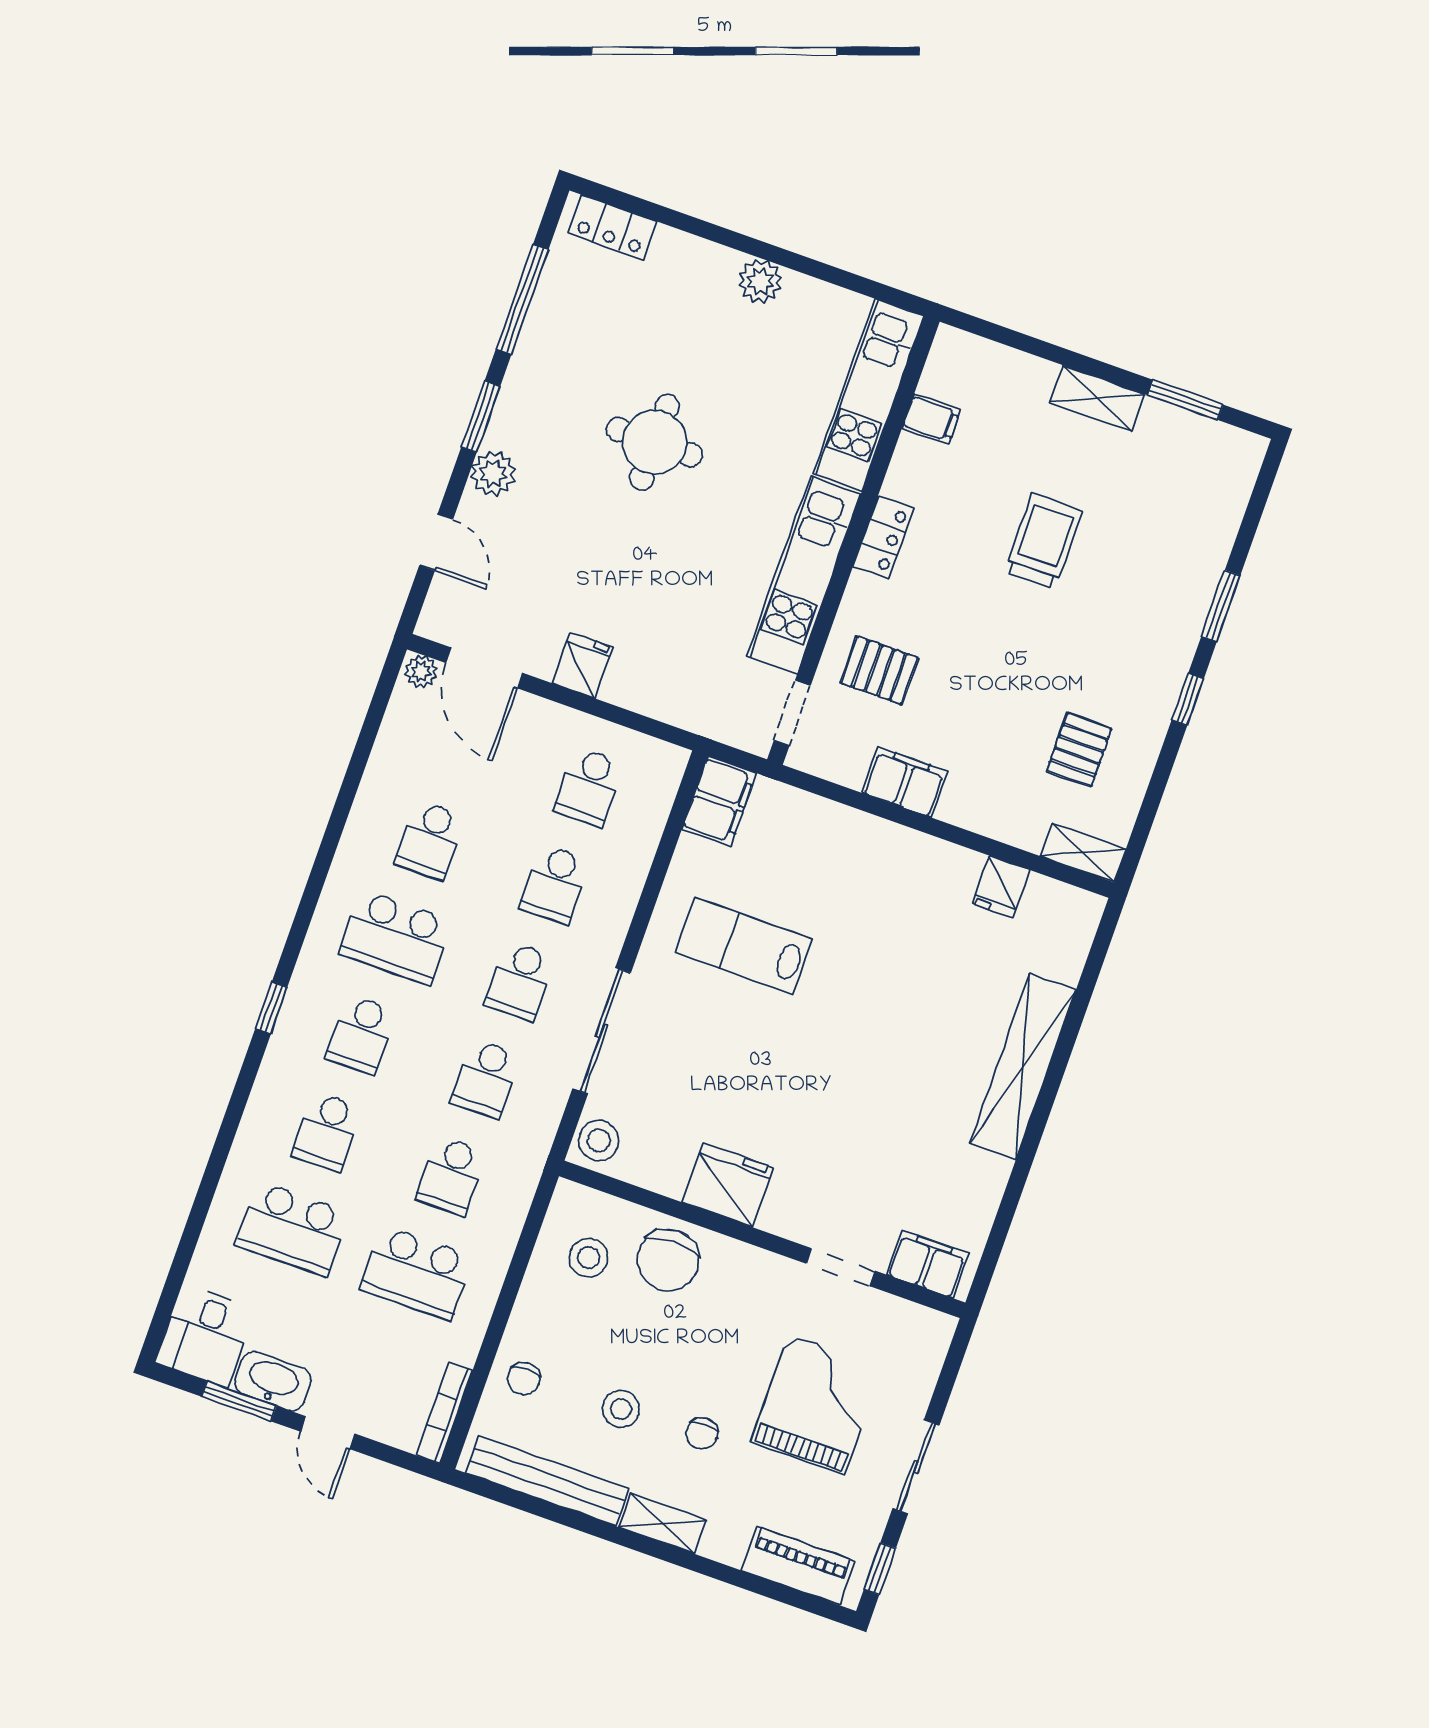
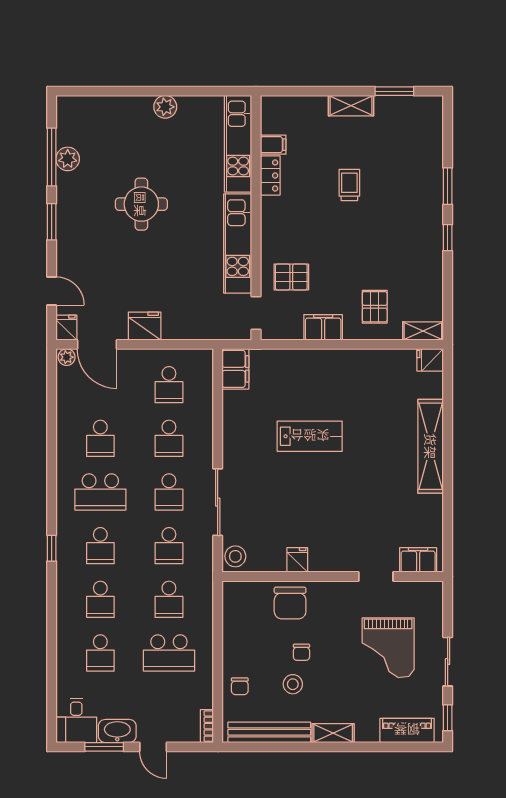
locker: (612, 227) -> (83, 106), removed
plant: (493, 473) -> (68, 159), moved
locker: (883, 537) -> (270, 175), moved
trolley: (1043, 541) -> (349, 185), width x0.73, depth x0.72
fridge: (440, 618) -> (66, 328), added
fridge: (582, 665) -> (145, 326), width x1.38
pallet: (1079, 750) -> (375, 307), moved
fridge: (1001, 887) -> (430, 360), moved, turned 90
lab bench: (744, 946) -> (310, 436), moved, turned 180
fridge: (728, 1185) -> (297, 560), width x0.53, depth x0.75
school desk: (292, 1229) -> (100, 653), width x0.54
stool: (588, 1258) -> (251, 616), removed
grand piano: (817, 1404) -> (388, 648), turned 180
bookcase: (444, 1413) -> (207, 726), width x0.64
chair: (702, 1433) -> (301, 652), moved

